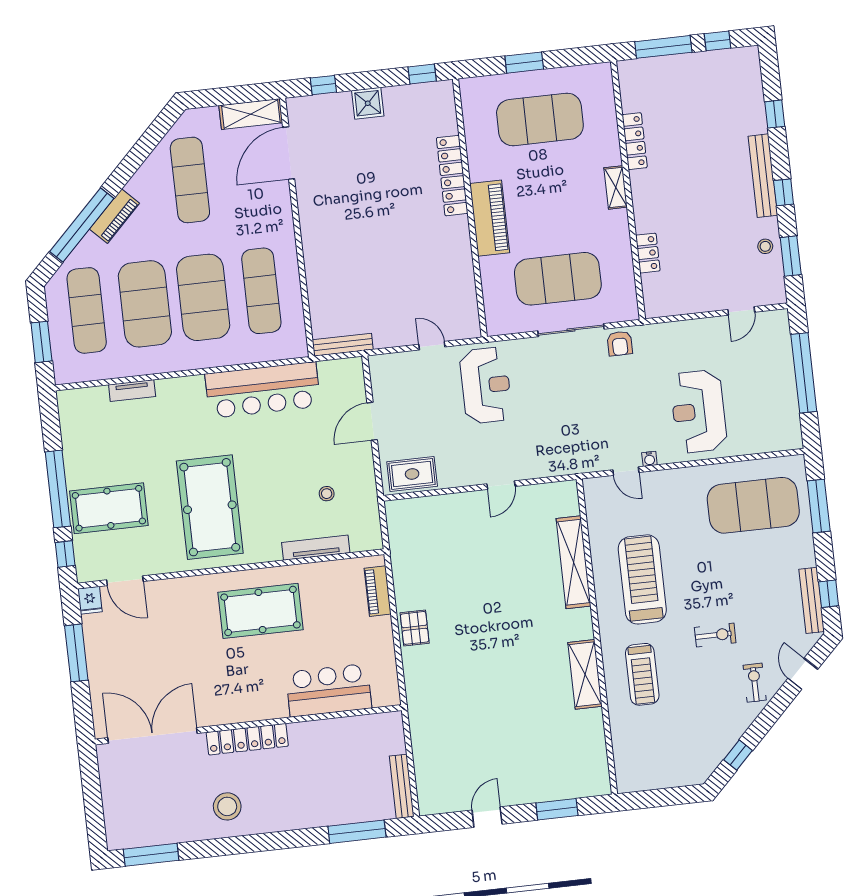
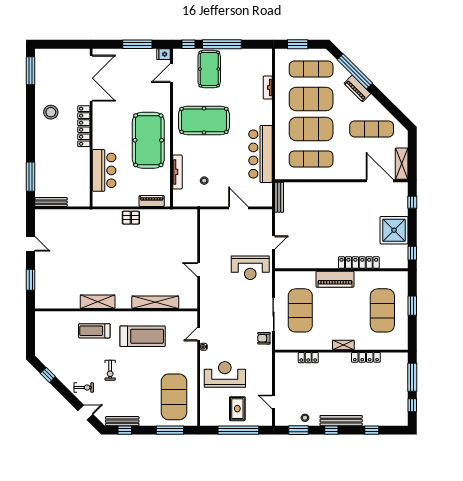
shower: (368, 103) -> (394, 230), width x1.86, depth x1.86
rug: (412, 474) -> (237, 409), moved
pool table: (260, 611) -> (148, 140), width x1.36, depth x1.32

